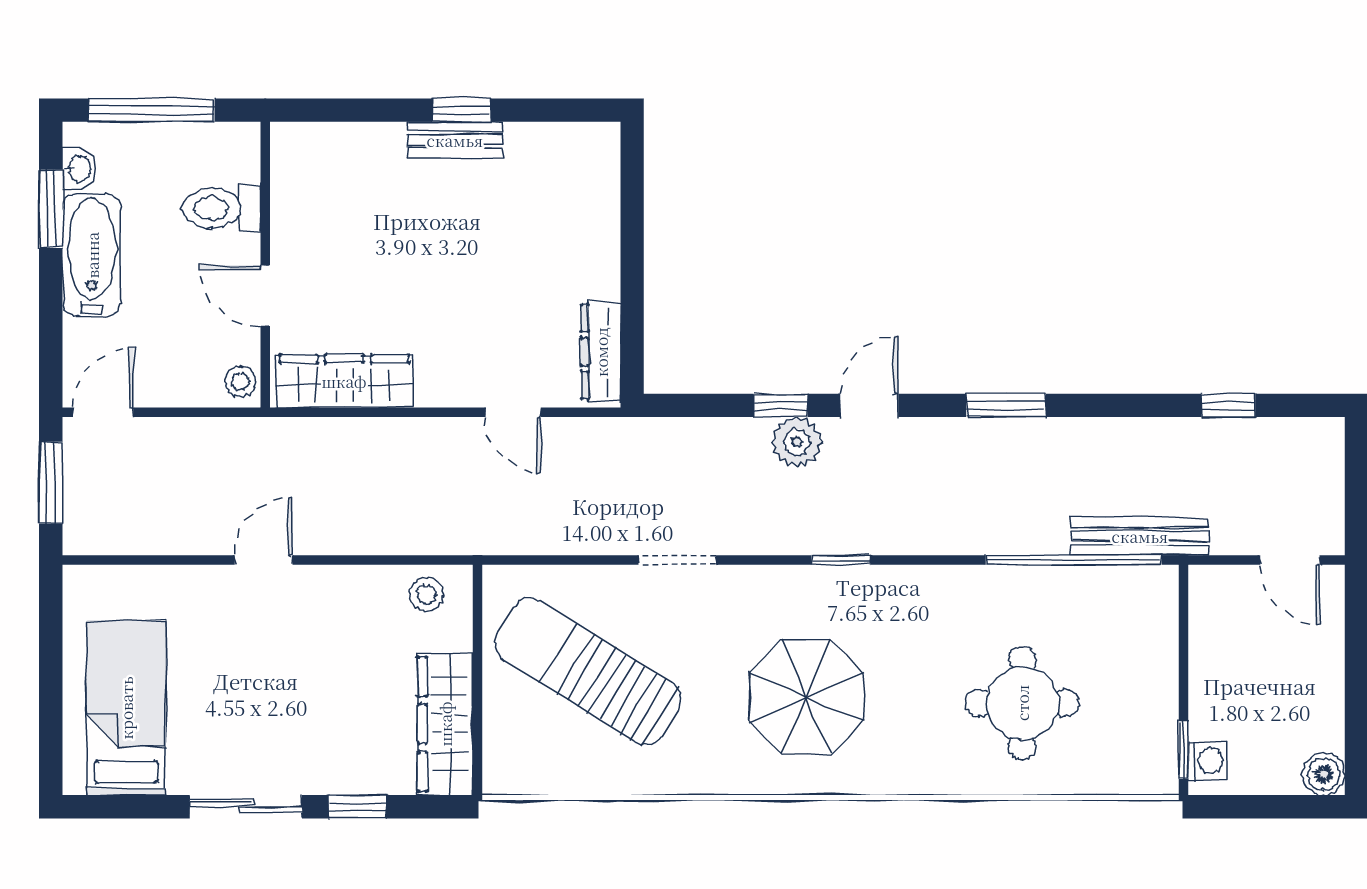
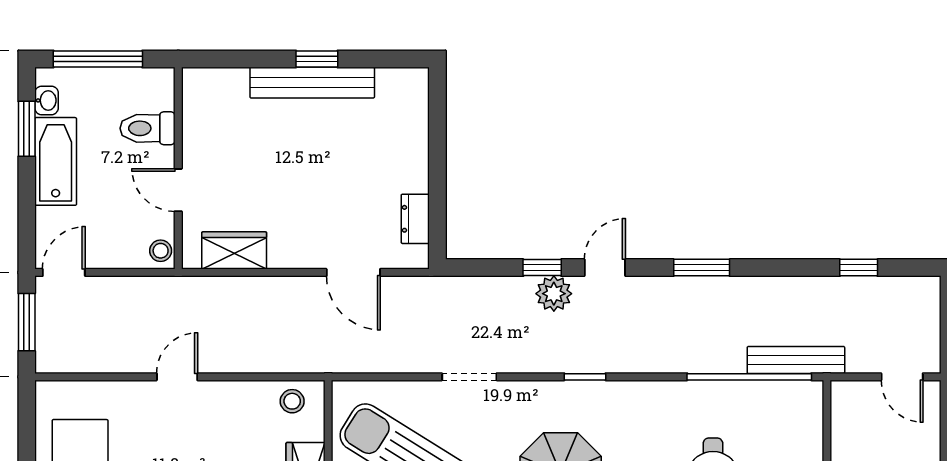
bench: (455, 140) -> (312, 83), width x1.86, depth x1.21
dresser: (601, 352) -> (415, 219), width x0.70
wardrobe: (344, 381) -> (234, 250), width x0.67
door: (513, 412) -> (353, 272), width x1.38

